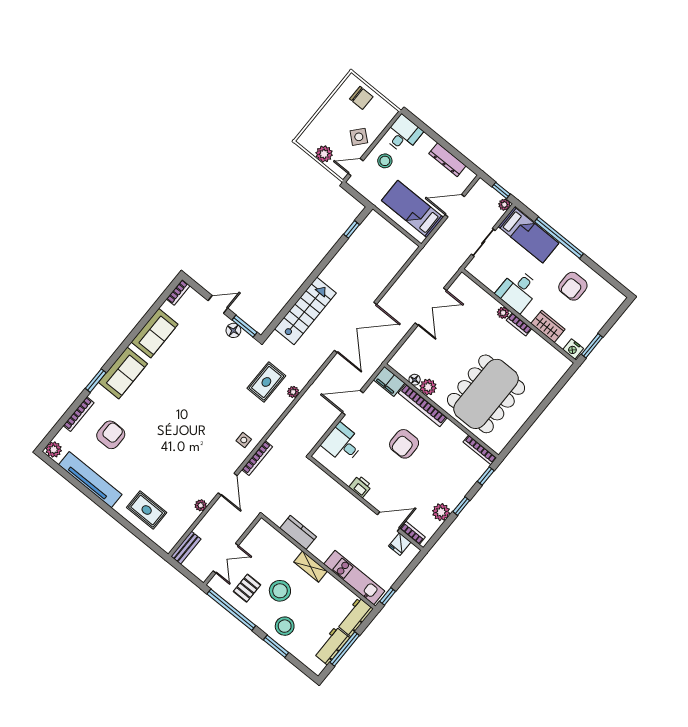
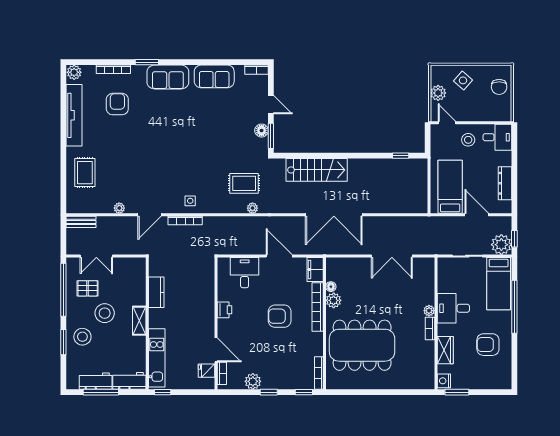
side table: (359, 137) -> (463, 80), moved
plant: (504, 205) -> (501, 245), width x1.88, depth x1.88
armchair: (111, 435) -> (117, 104), turned -90

